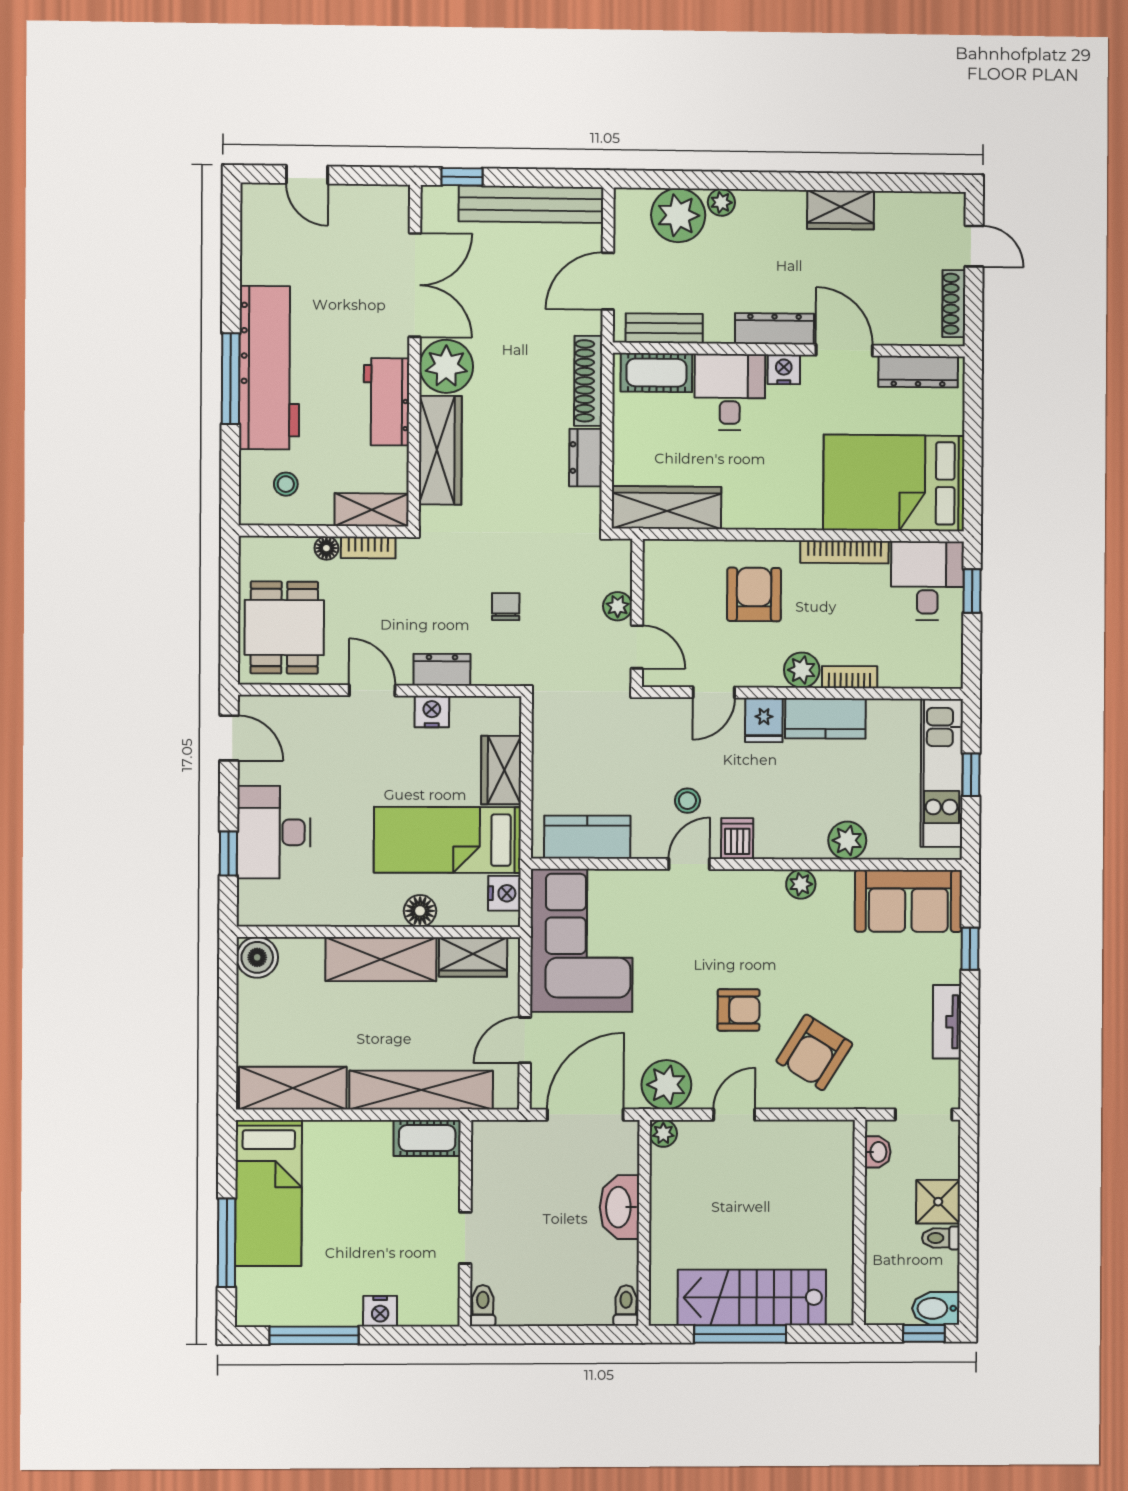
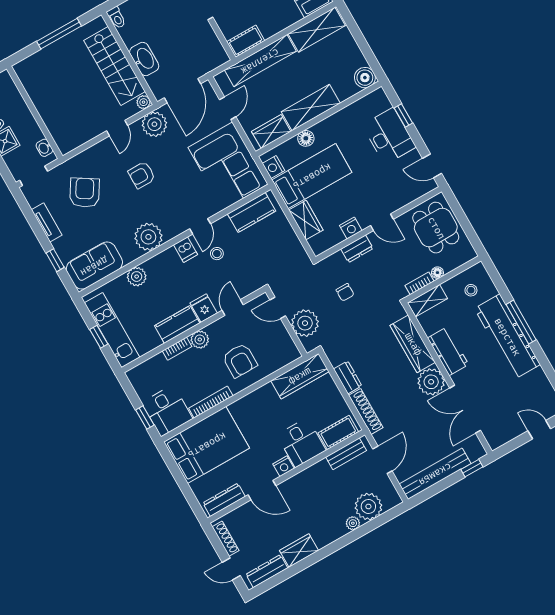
dresser: (774, 329) -> (267, 571), moved, turned 180
plant: (618, 606) -> (305, 323), width x1.88, depth x1.88
plant: (801, 884) -> (148, 237), width x1.88, depth x1.88
armchair: (814, 1052) -> (85, 193), moved
stairs: (752, 1297) -> (115, 66), moved, turned 90

